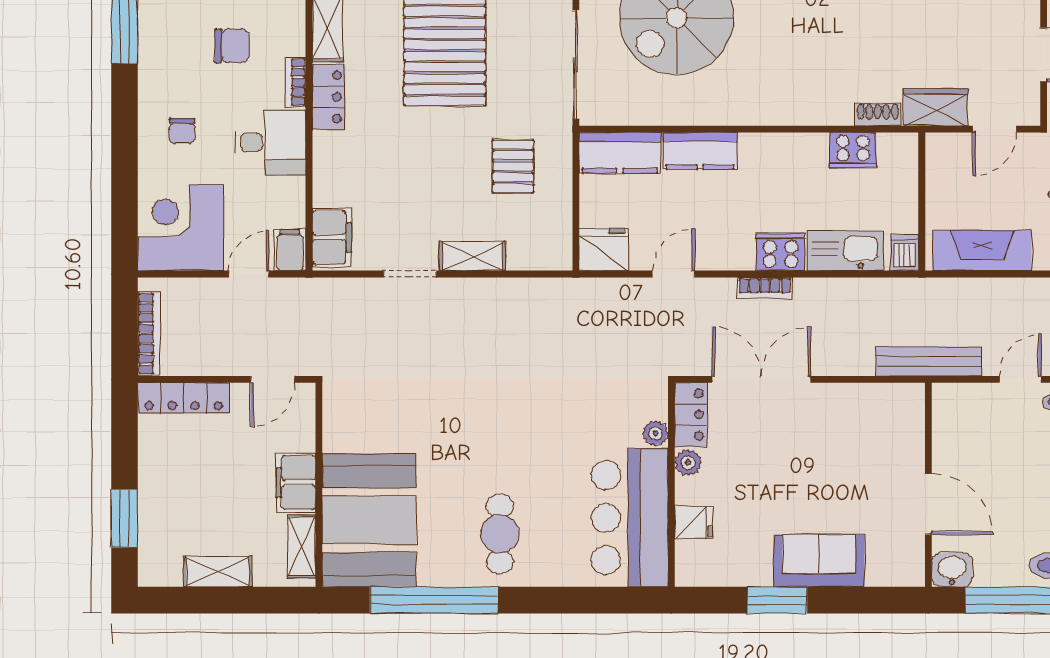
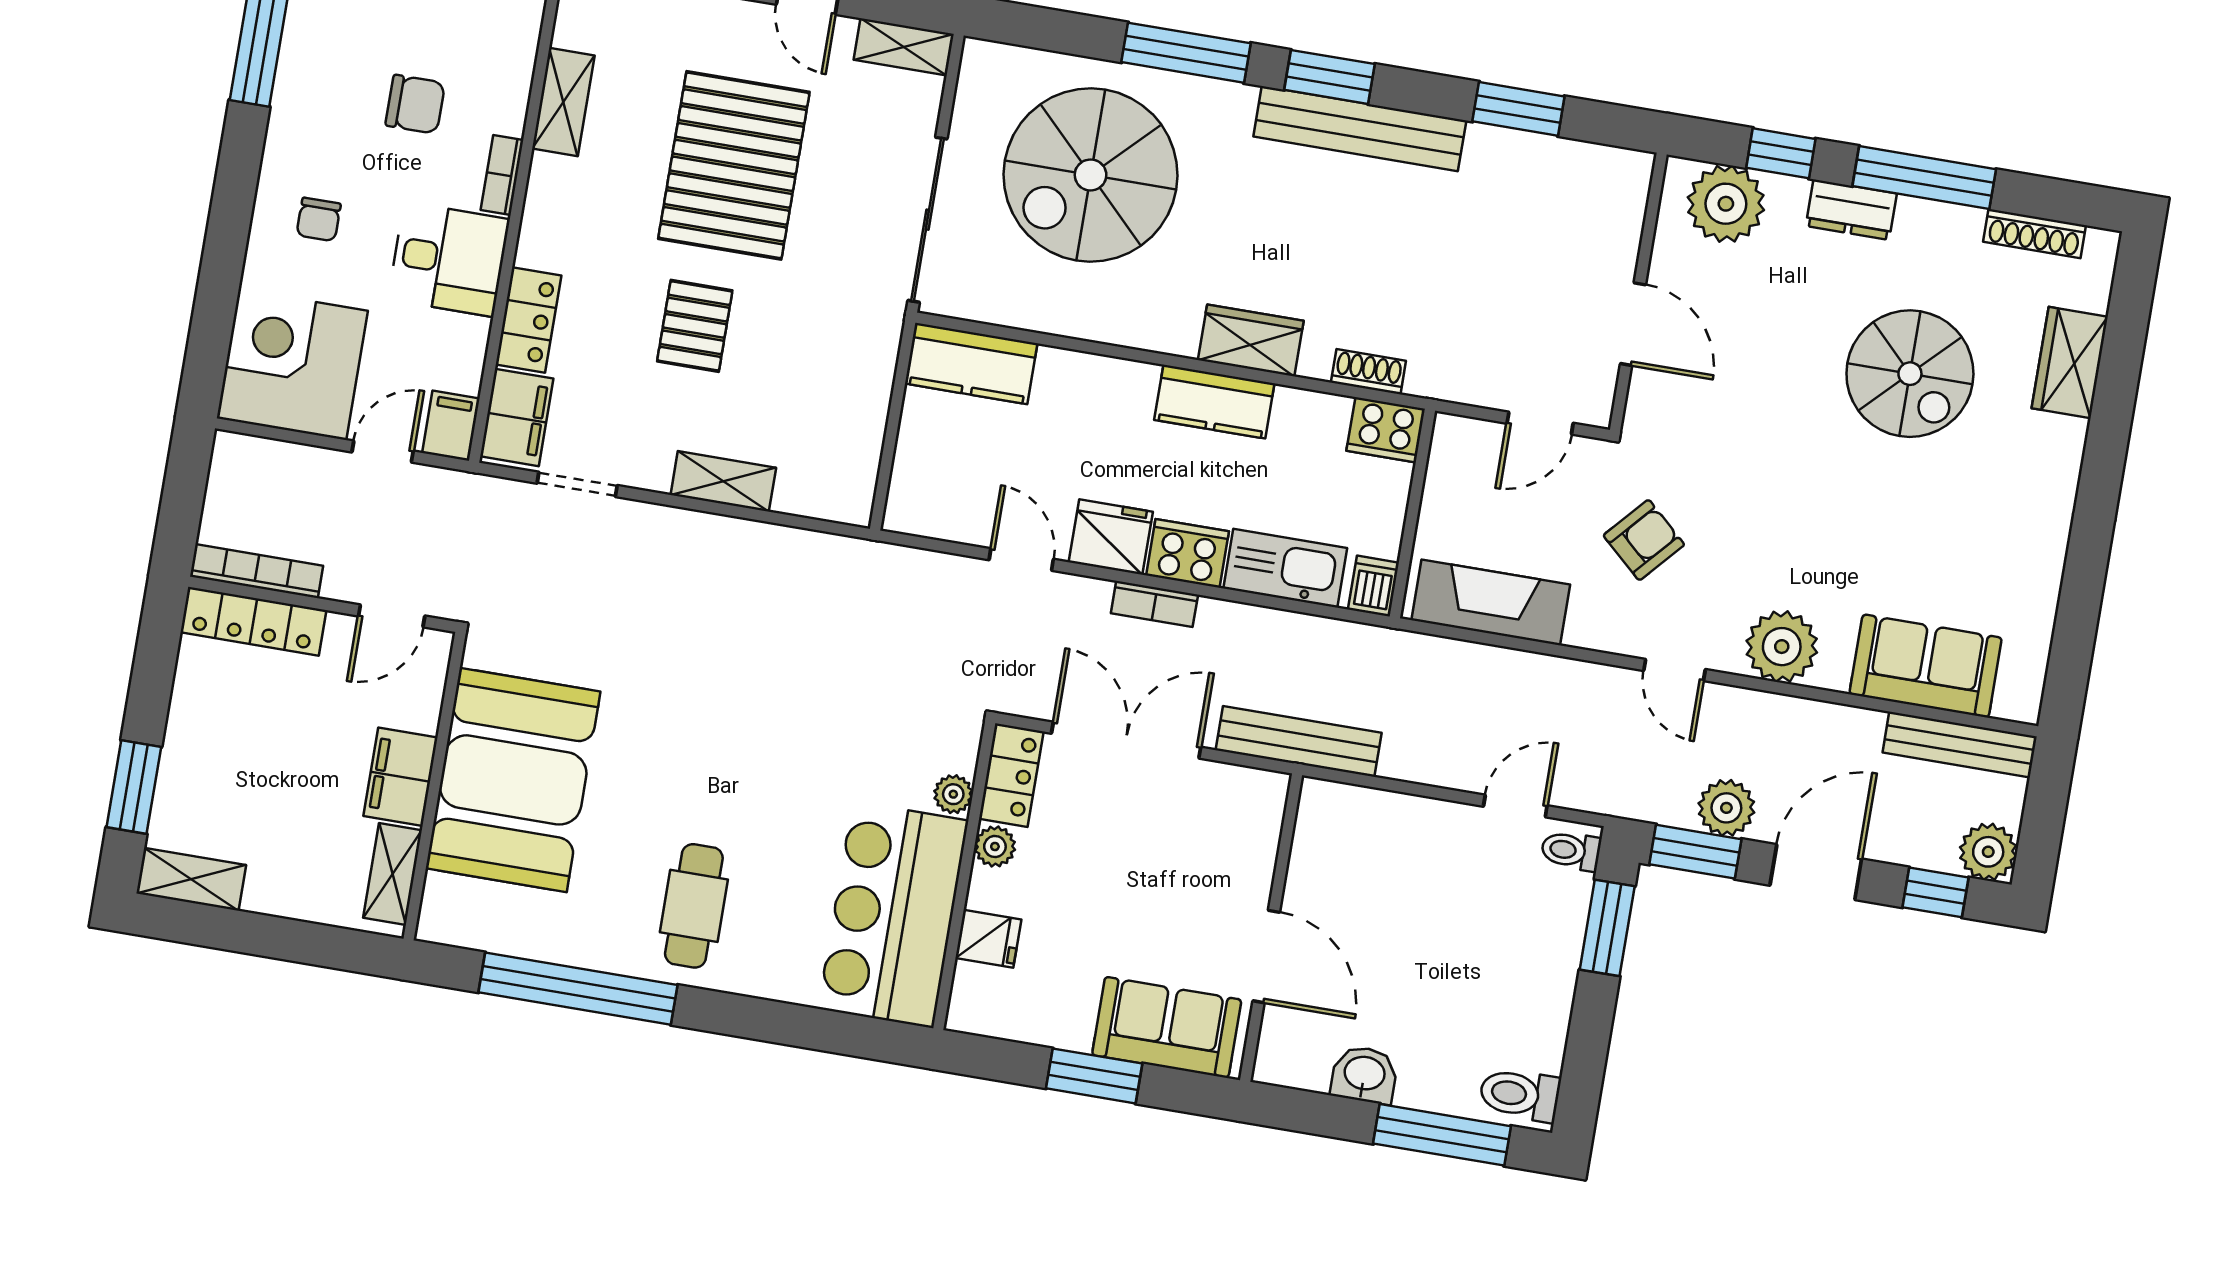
locker: (329, 97) -> (528, 320), moved
wardrobe: (936, 107) -> (1251, 340), moved
cooker: (853, 150) -> (1386, 430), moved
kitchen counter: (700, 151) -> (1214, 402), moved
pallet: (513, 166) -> (695, 326), moved
fridge: (604, 250) -> (1111, 537), moved
doorway: (410, 274) -> (577, 484), moved
door: (674, 274) -> (1021, 559), hinge flipped
bookcase: (149, 334) -> (257, 571), moved, turned -90
bench: (929, 361) -> (1299, 741), moved
wall: (928, 485) -> (1271, 928), moved
door: (928, 504) -> (1266, 957), moved
booth: (369, 520) -> (513, 780), moved
shelving: (218, 572) -> (191, 879), moved

